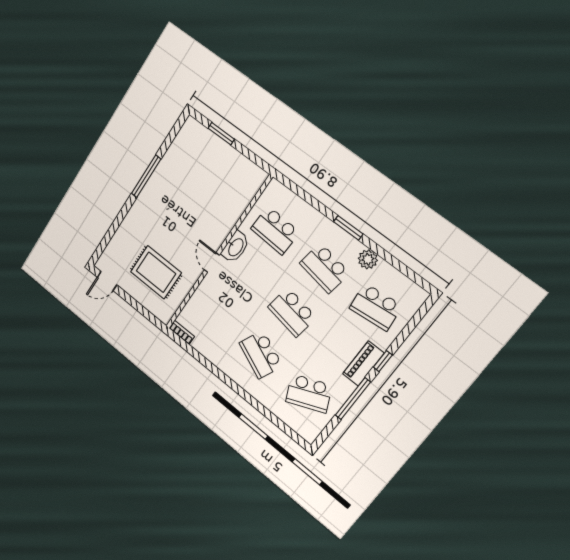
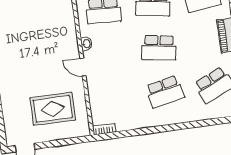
washbasin: (235, 247) -> (86, 44), width x0.52, depth x0.69
school desk: (261, 355) -> (165, 92), turned -36

